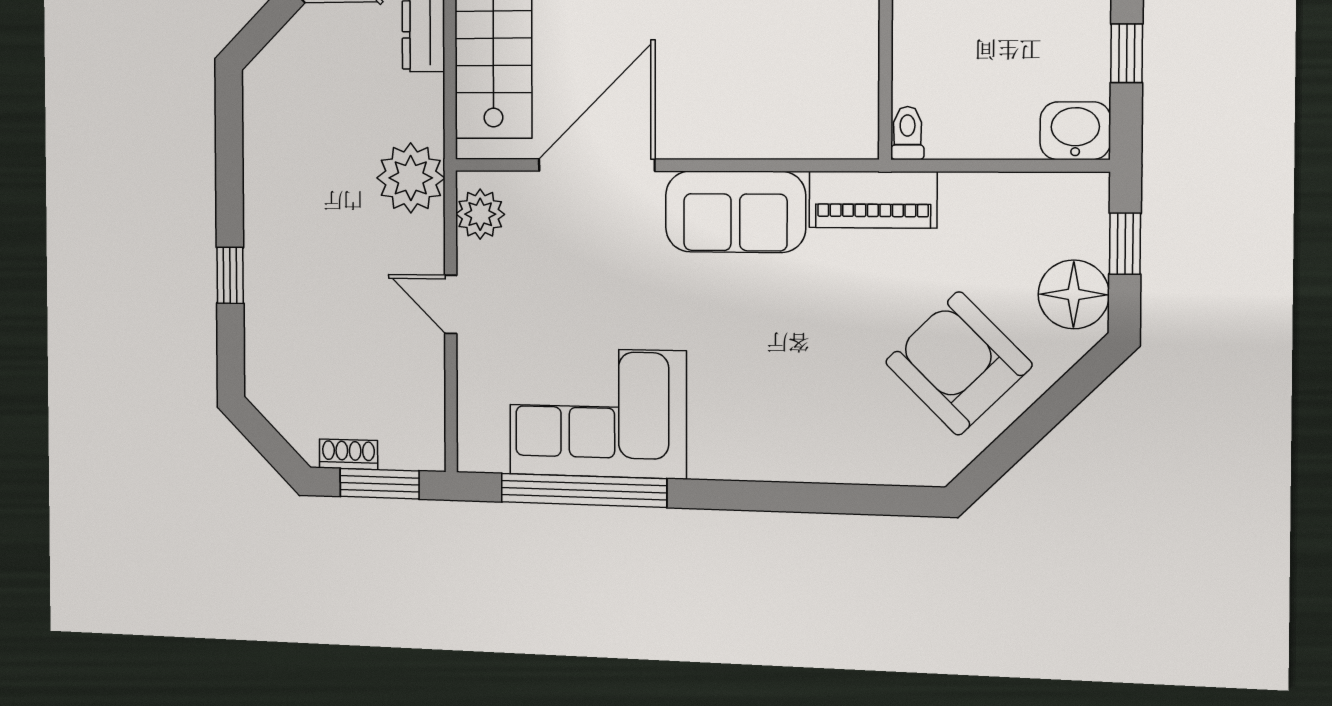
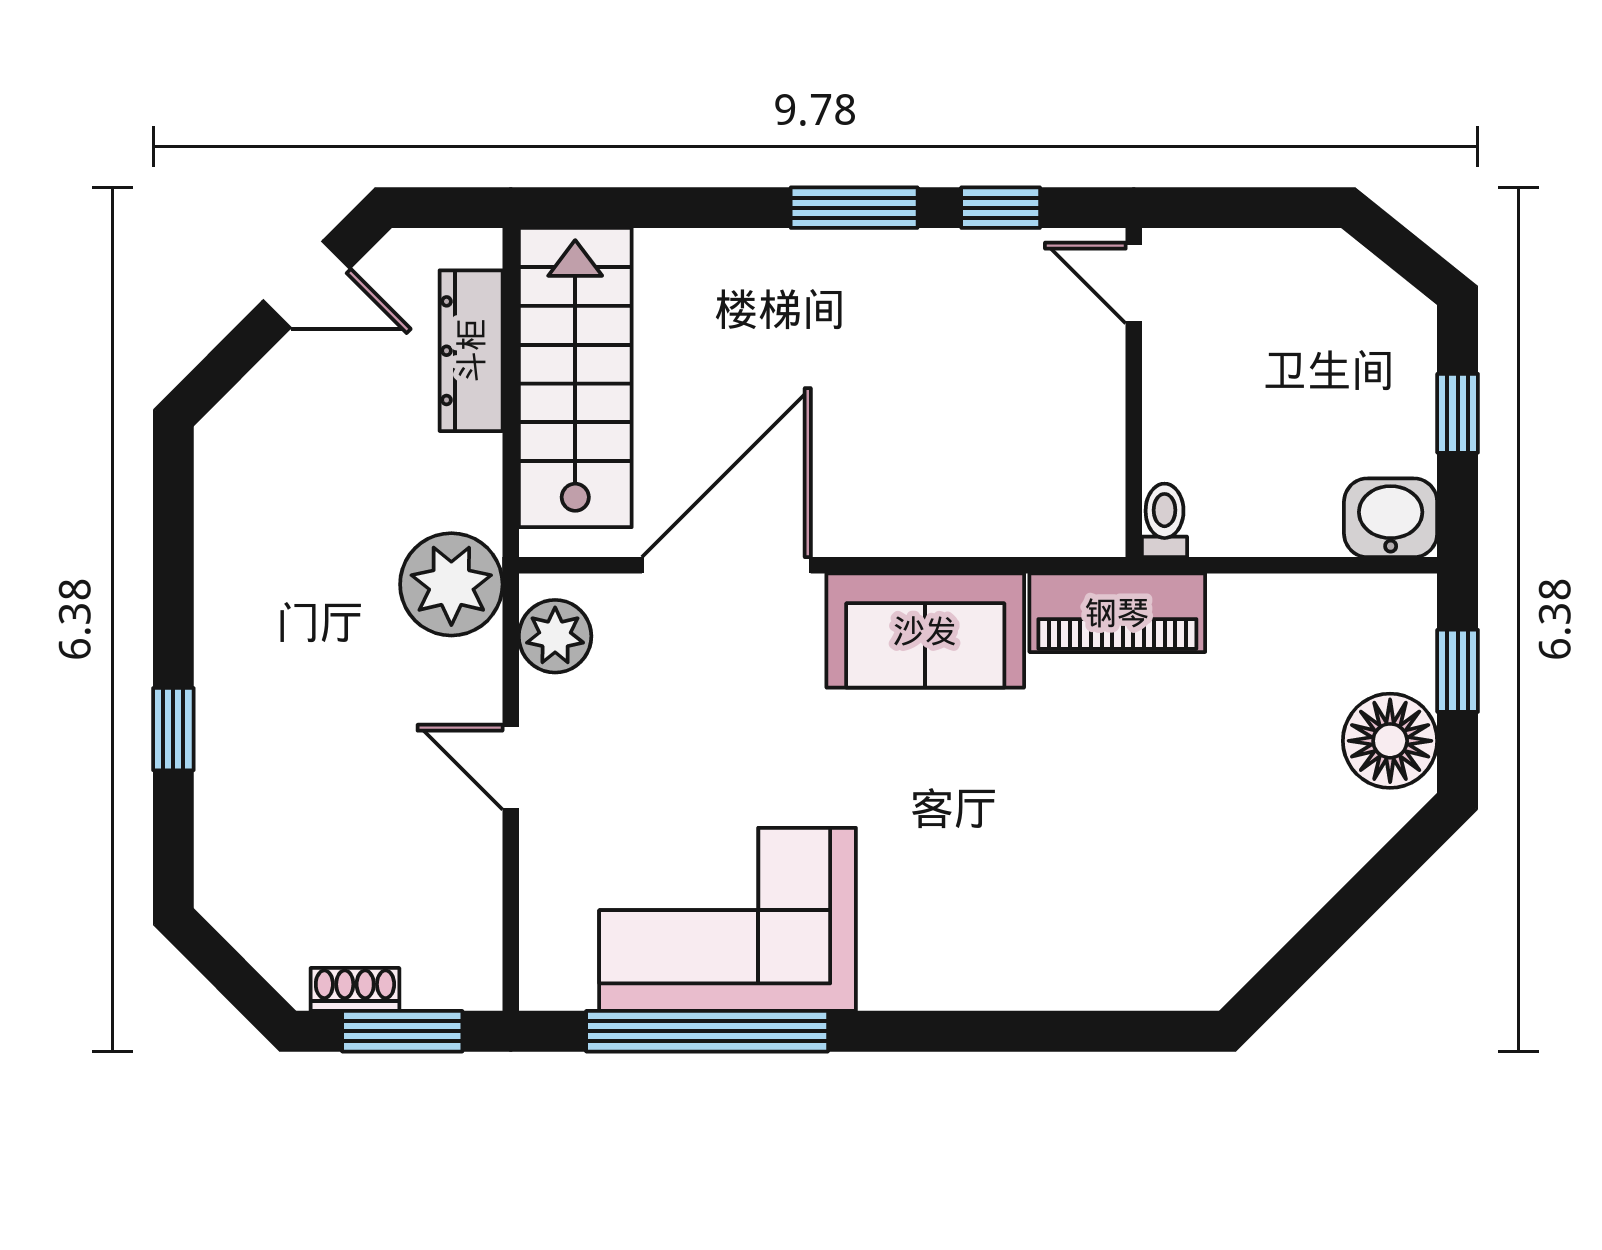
armchair: (959, 363) -> (1236, 838), removed

